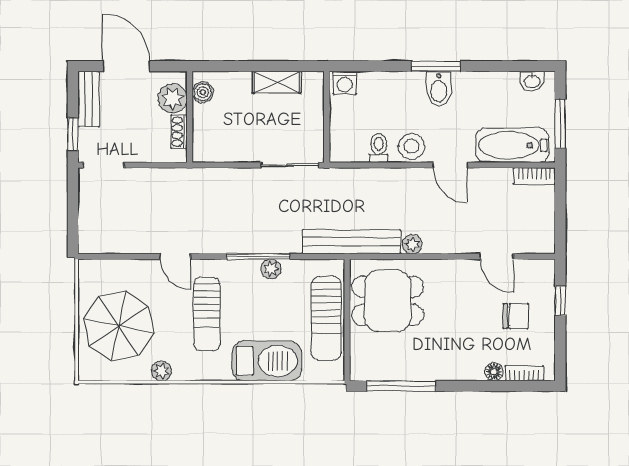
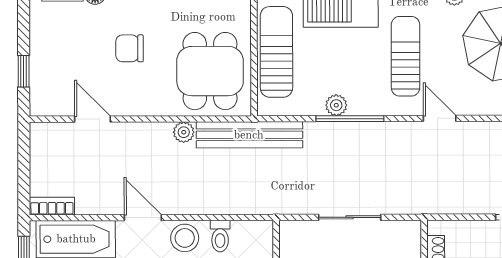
sliding door: (290, 165) -> (350, 217), moved
dining table: (388, 301) -> (210, 71), turned 90
chair: (516, 316) -> (130, 48), moved

